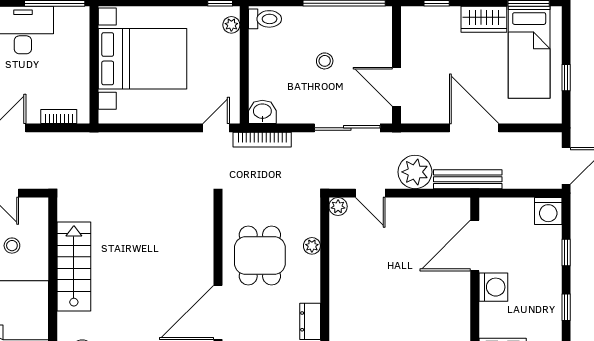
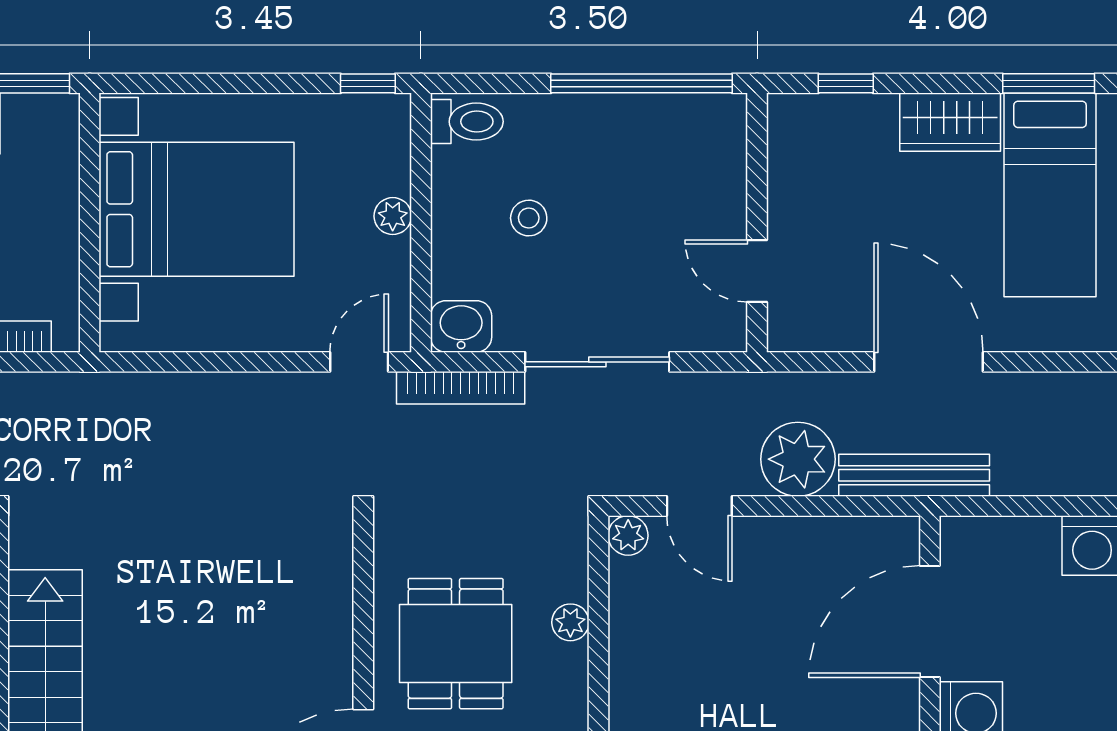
plant: (231, 25) -> (393, 216), moved
stool: (325, 61) -> (529, 218), moved
door: (396, 87) -> (757, 271), width x0.73
sliding door: (347, 128) -> (597, 362), moved

